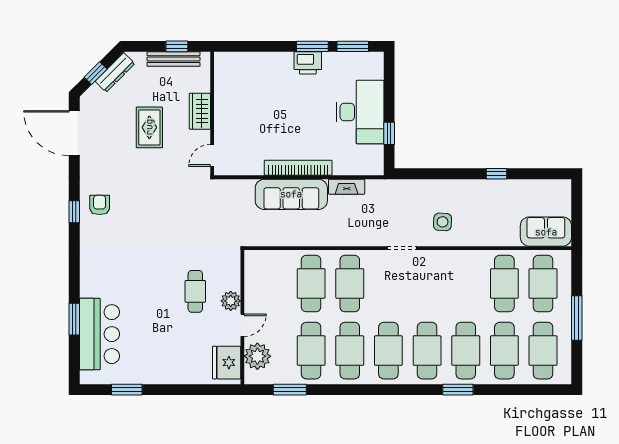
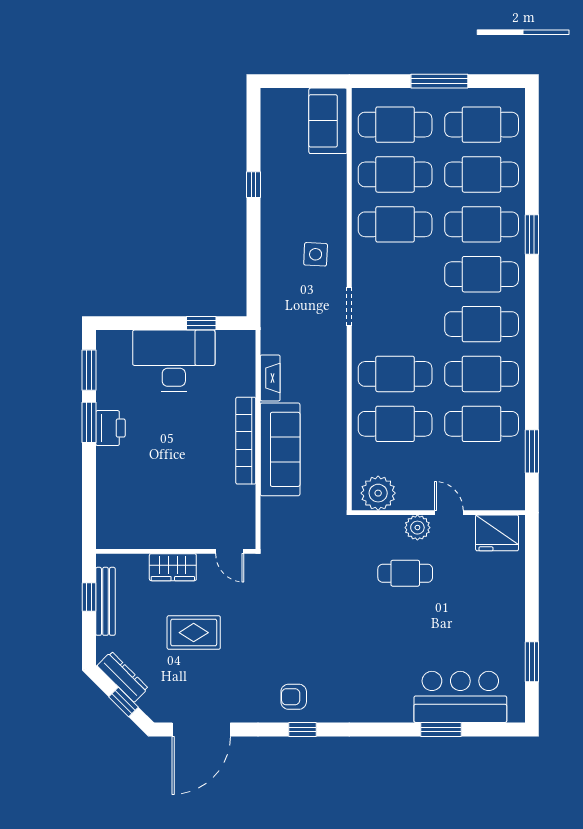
cafe table: (466, 284) -> (395, 224), added
plant: (257, 356) -> (378, 493), moved

